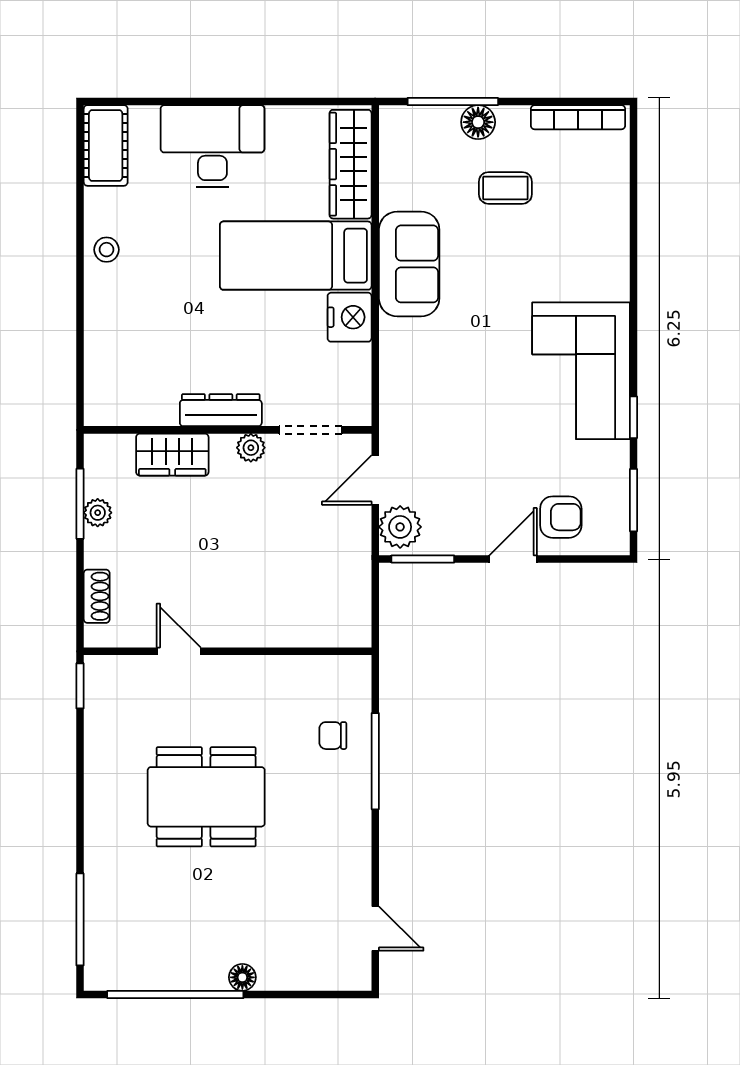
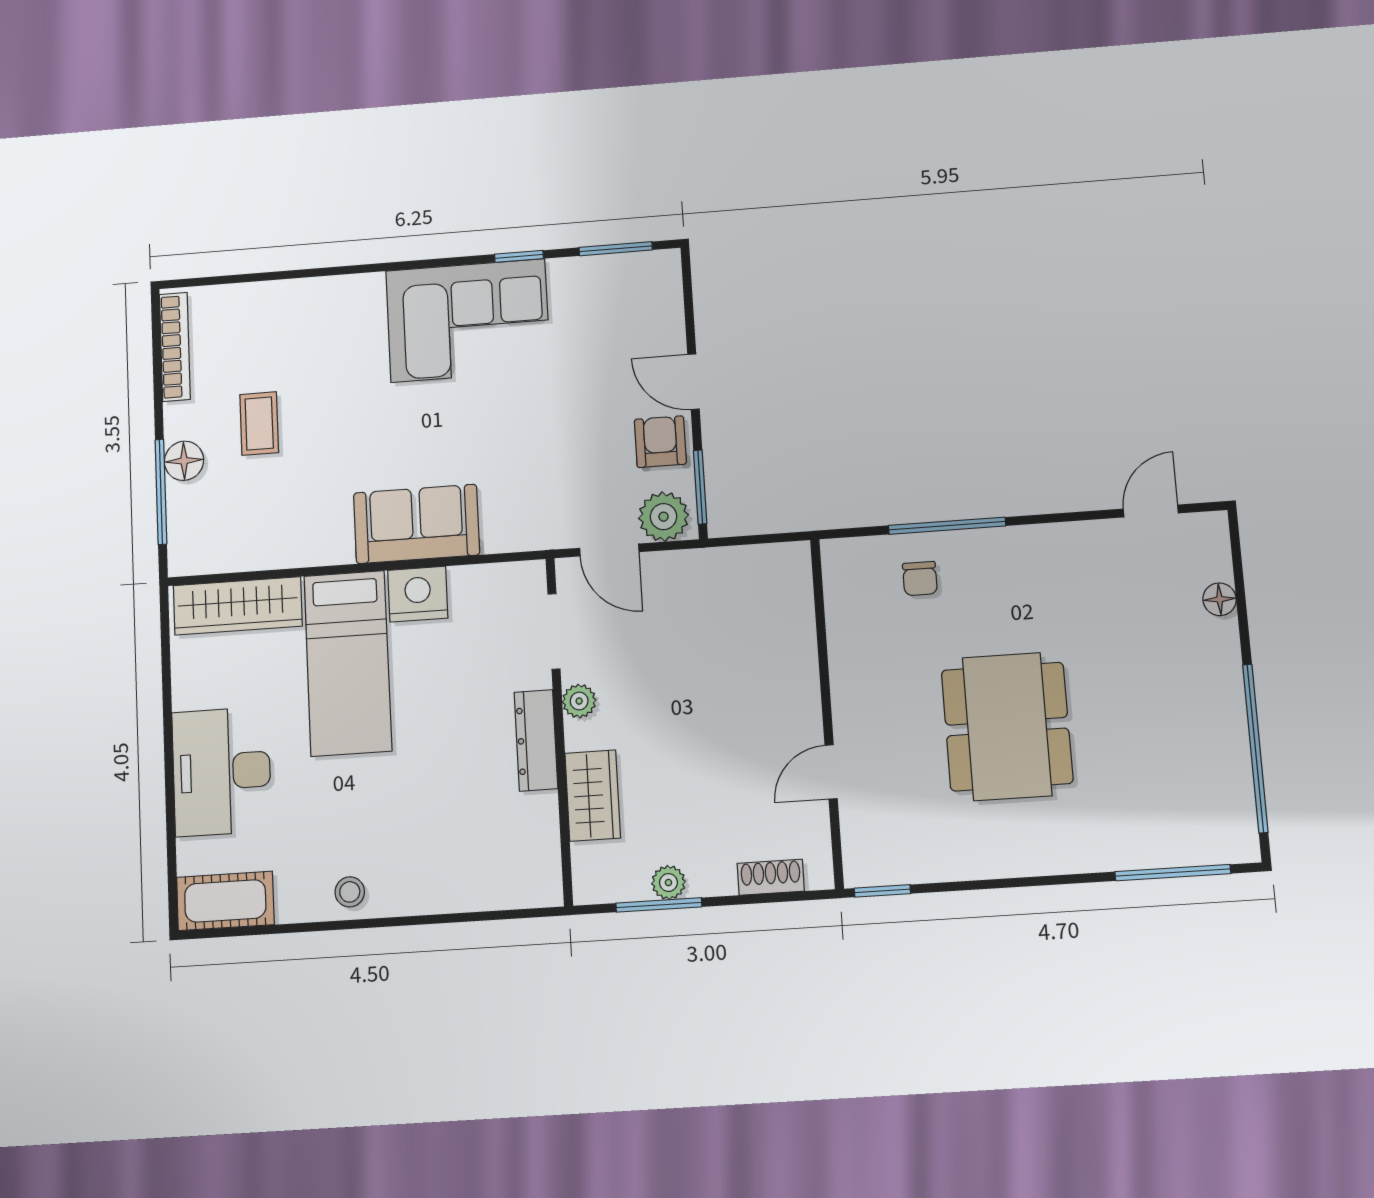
sofa: (409, 264) -> (416, 524), moved
armchair: (561, 517) -> (660, 442), moved
floor lamp: (242, 977) -> (1220, 599), moved

